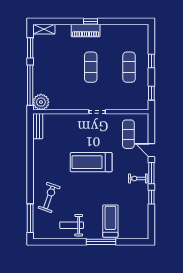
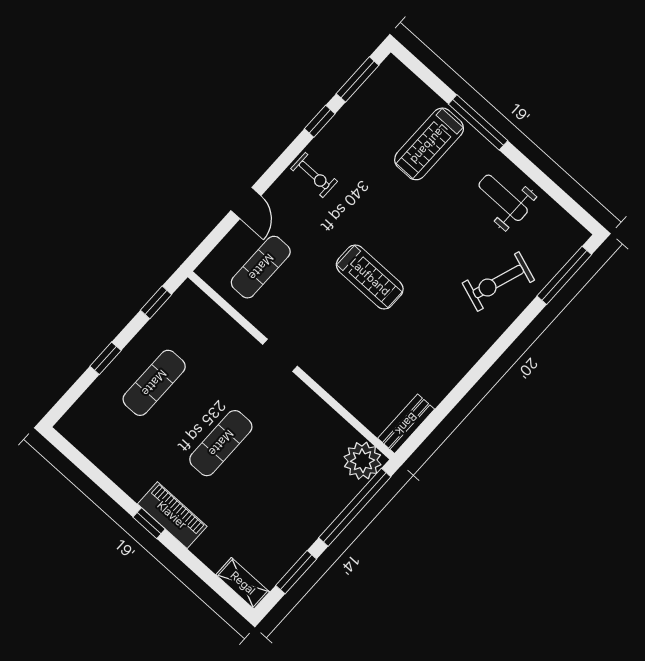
treadmill: (91, 162) -> (370, 277), width x0.73, depth x0.73
window: (151, 173) -> (357, 79), moved
weight bench: (72, 225) -> (503, 198), turned 180

